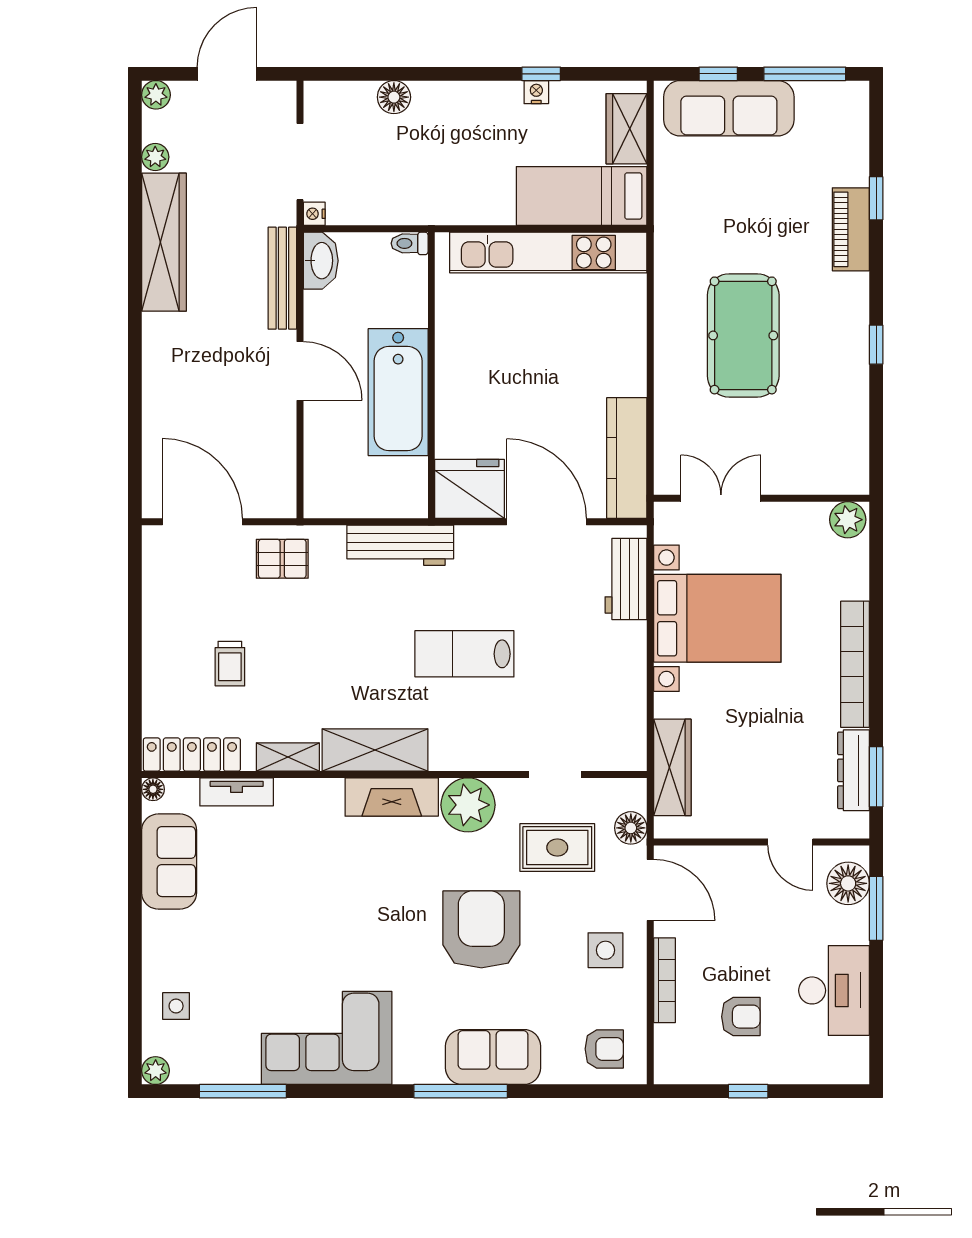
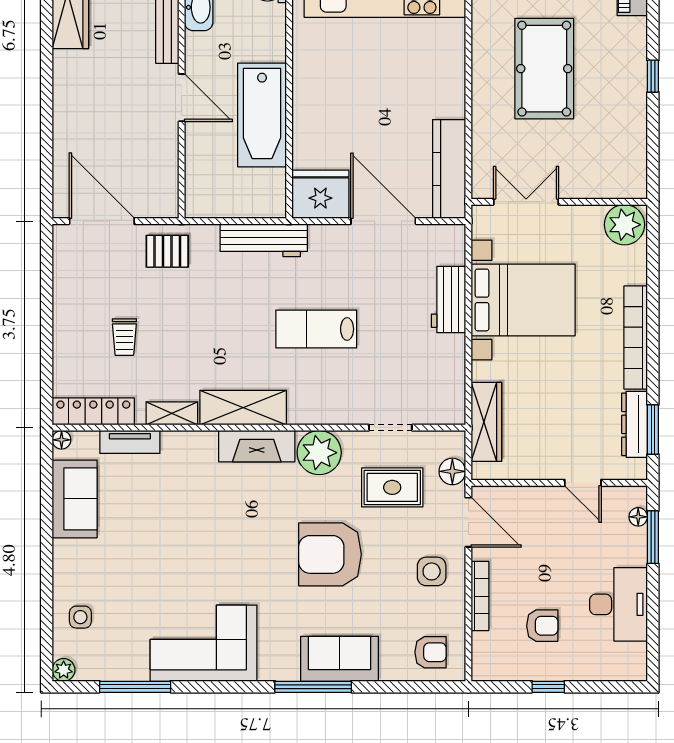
plant: (848, 520) -> (624, 225), width x1.36, depth x1.36
workbench: (626, 579) -> (448, 299), moved
floor lamp: (848, 883) -> (638, 517), width x0.53, depth x0.53
armchair: (481, 929) -> (330, 554), turned -90

